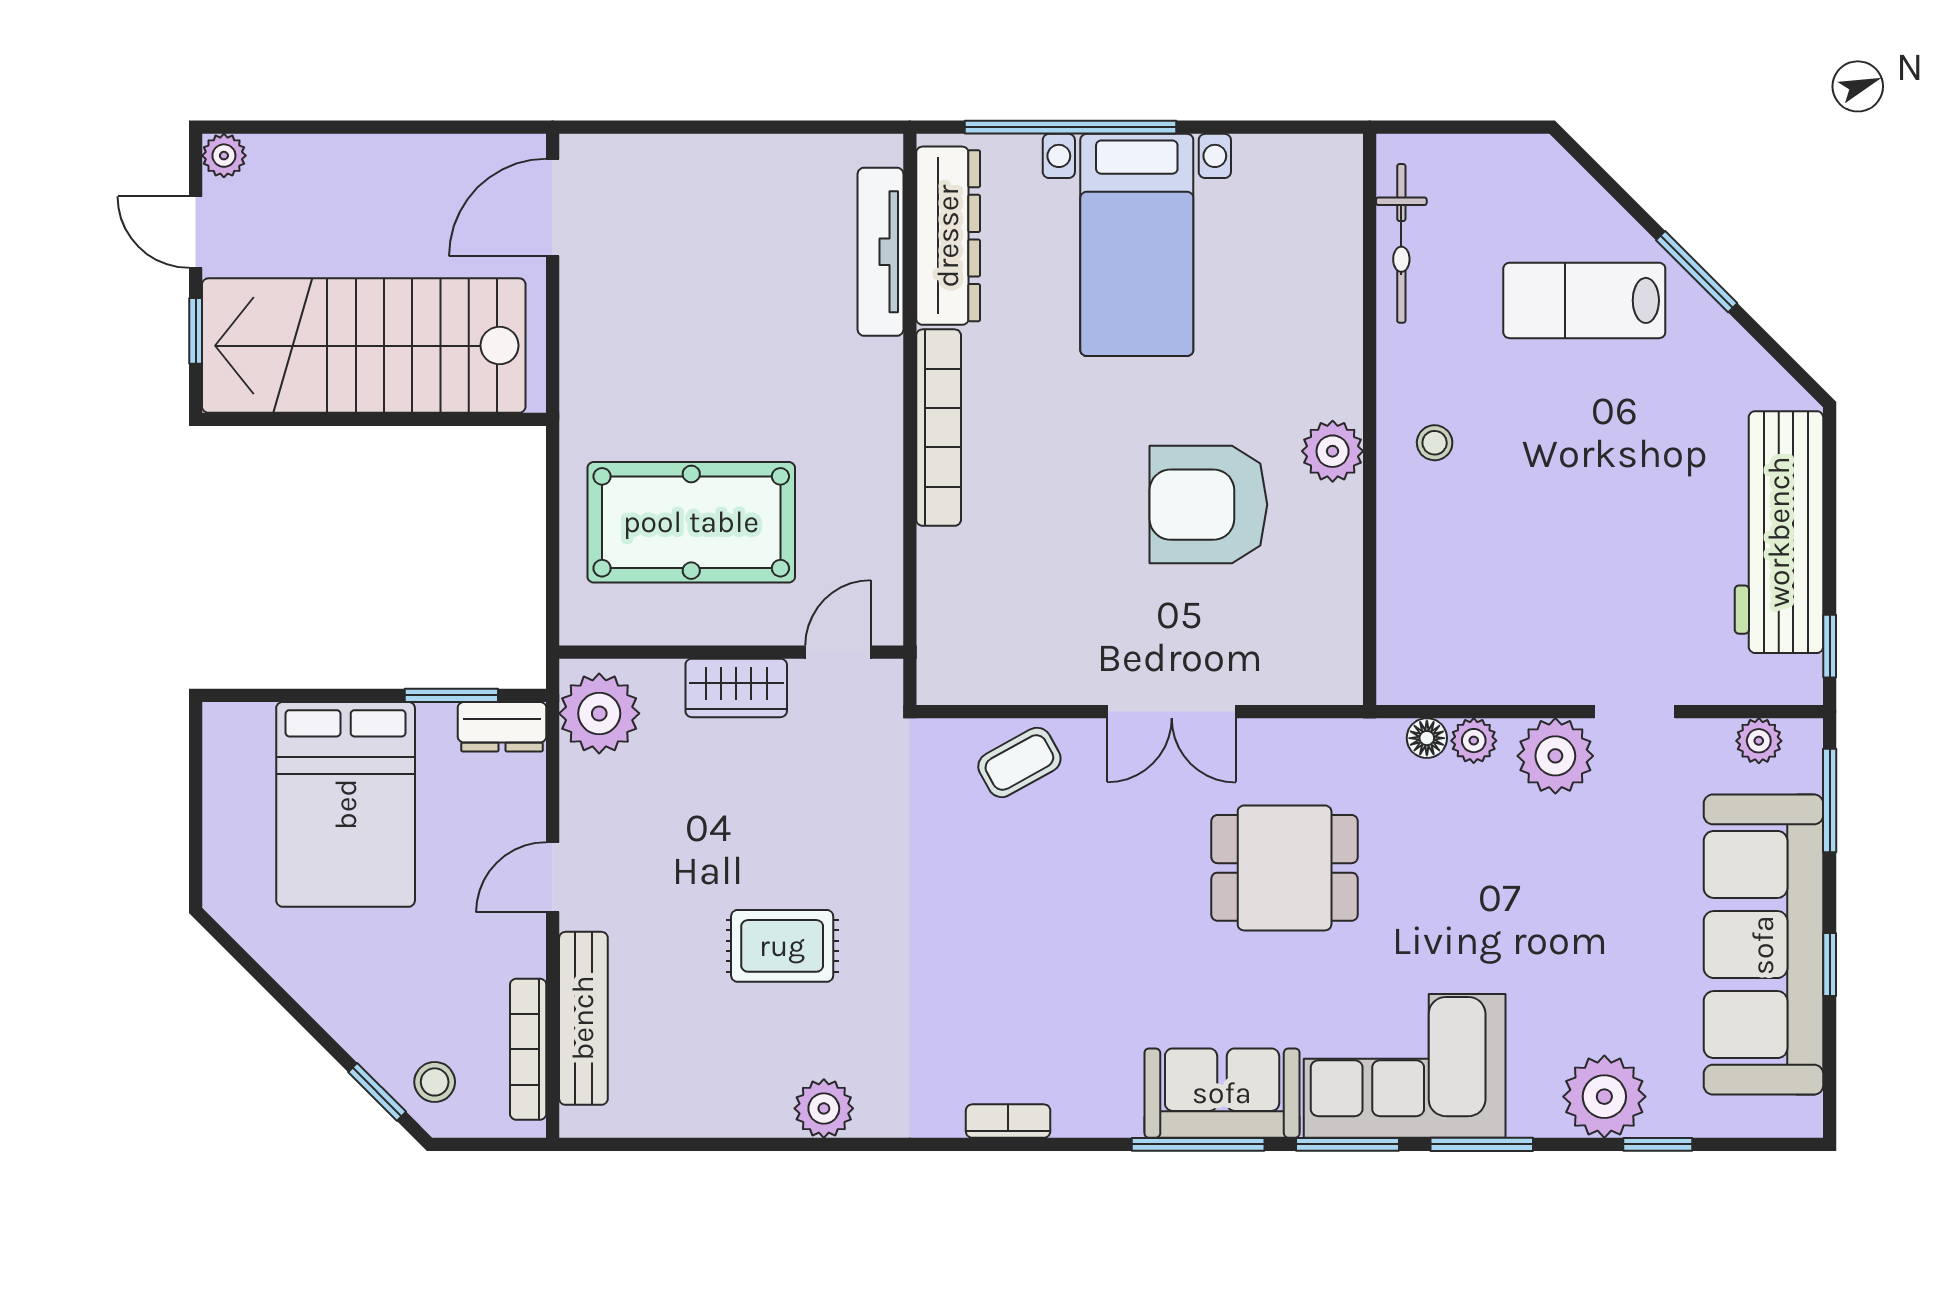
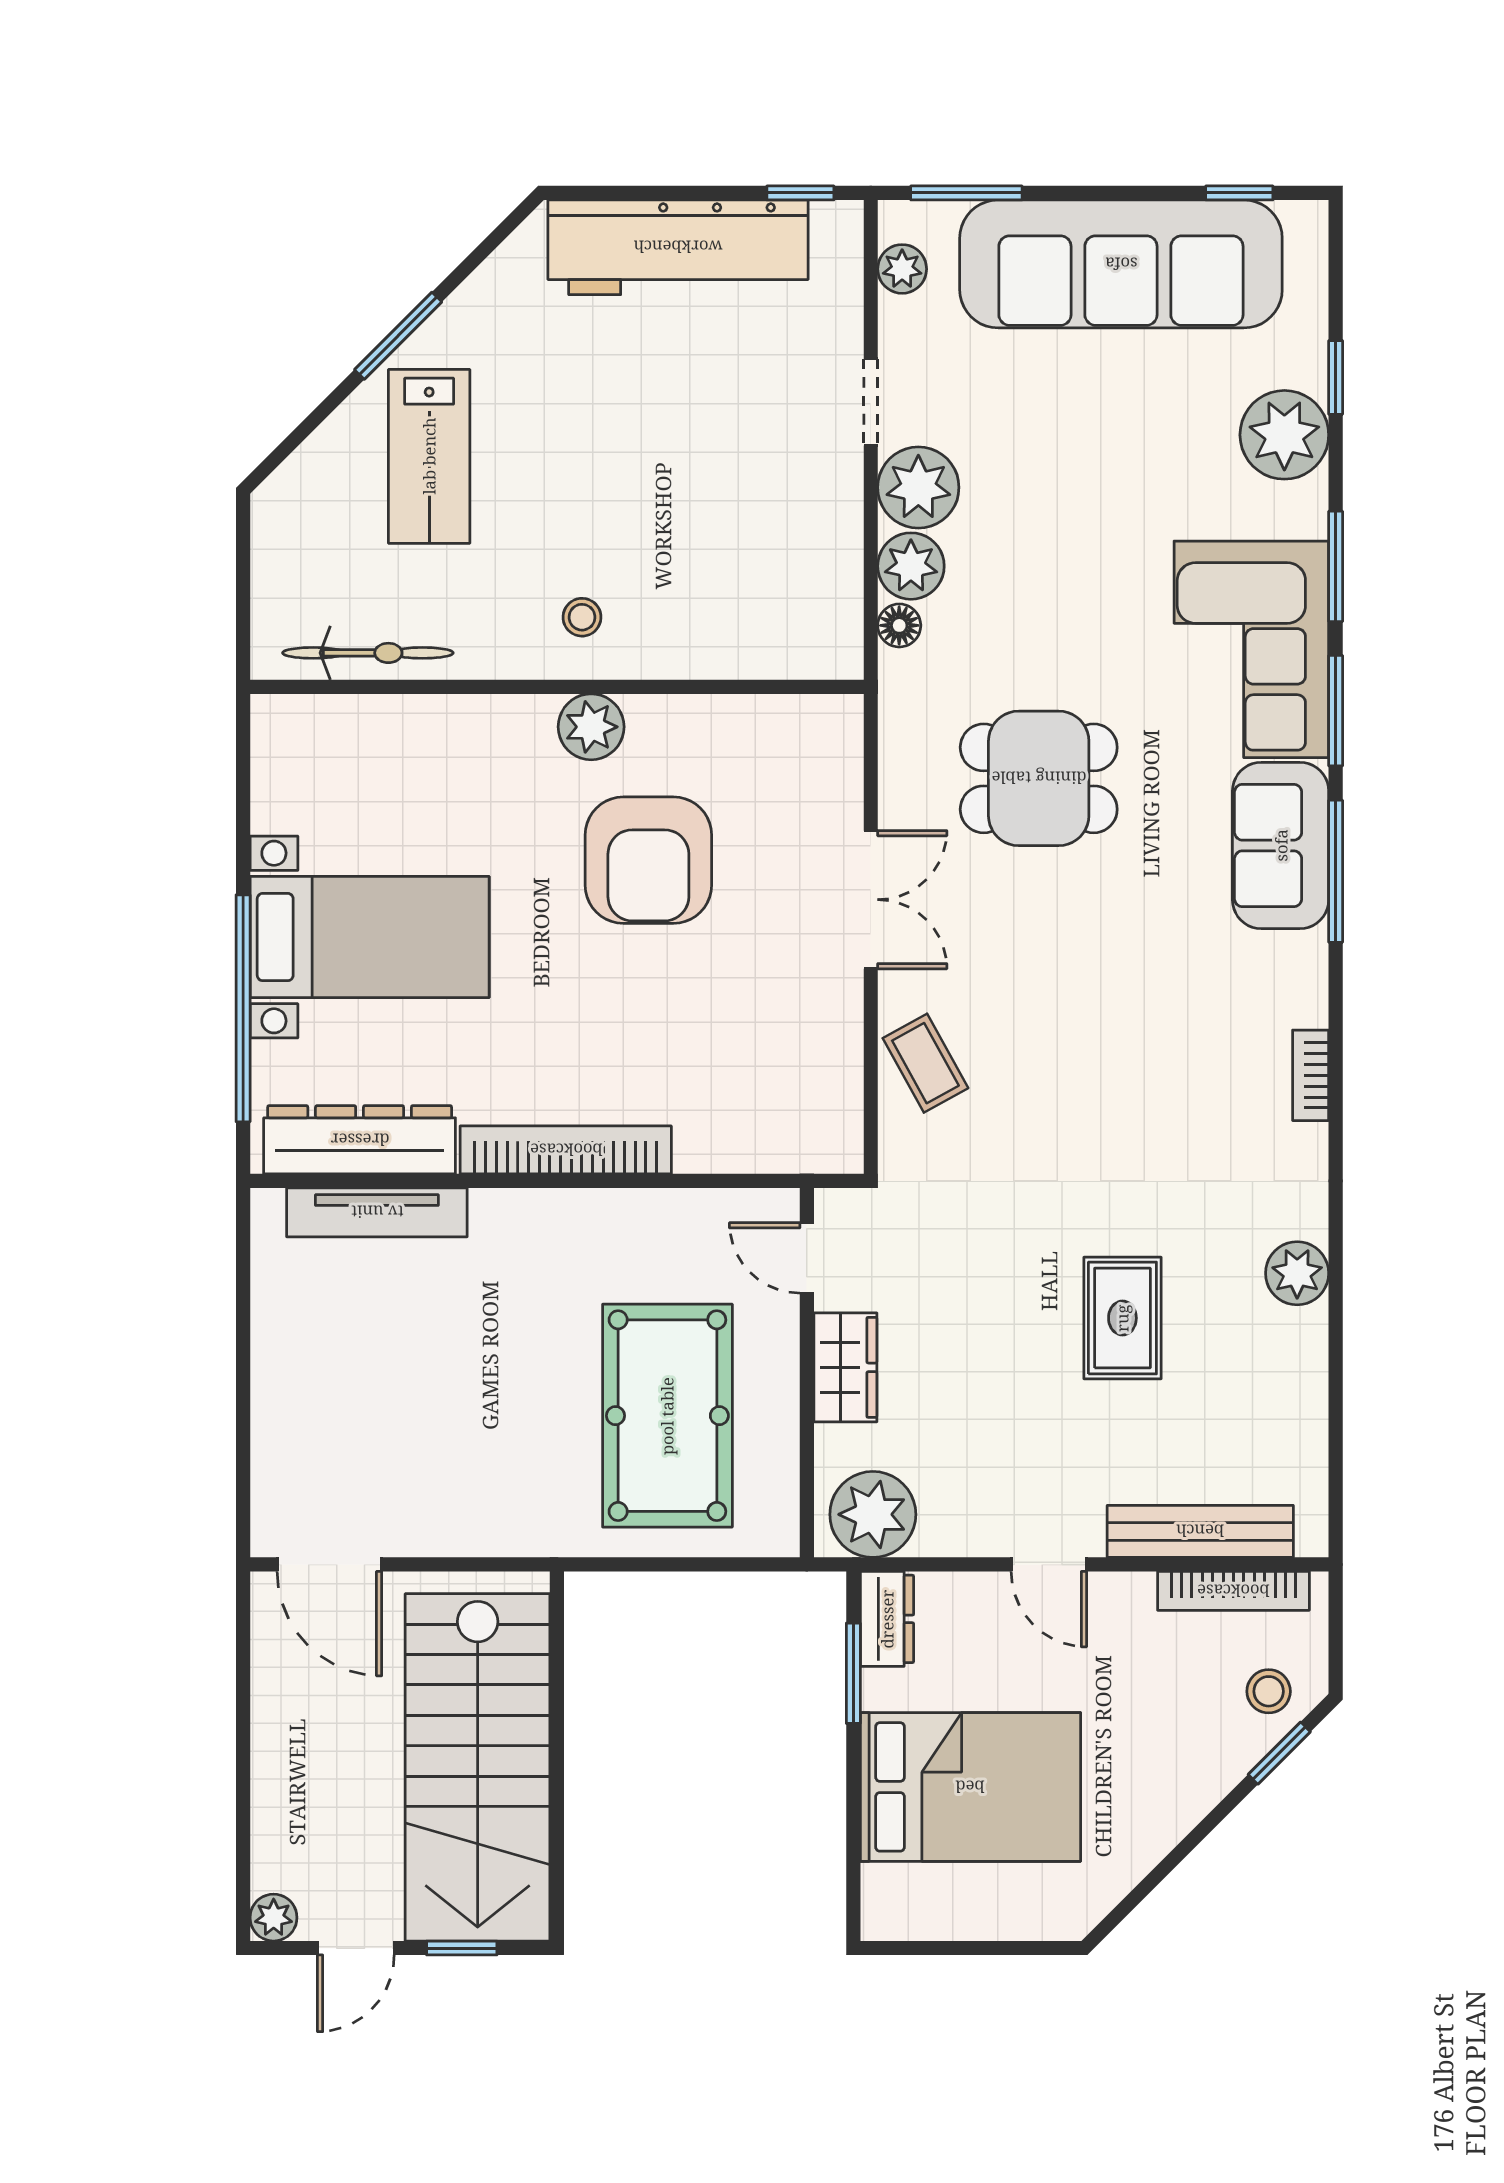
plant: (1474, 741) -> (911, 566), width x1.38, depth x1.38
dining table: (1285, 868) -> (1039, 778), turned 90
window: (1830, 965) -> (1239, 193), moved

